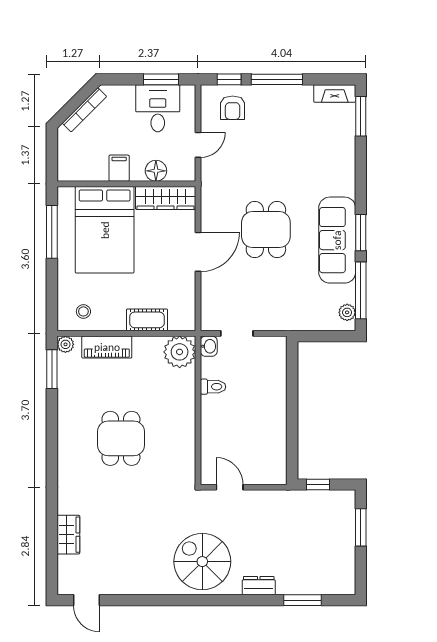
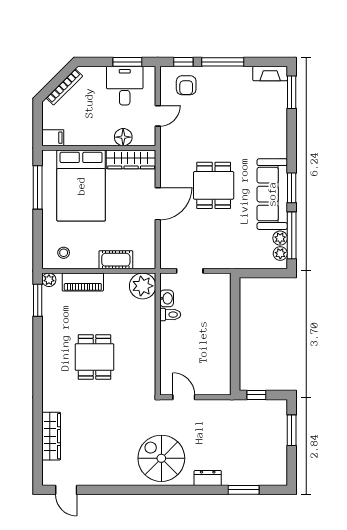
filing cabinet: (119, 168) -> (53, 138), moved, turned 90
plant: (347, 294) -> (280, 238), added
washbasin: (209, 346) -> (167, 298), moved
wardrobe: (68, 535) -> (51, 436), width x1.50

